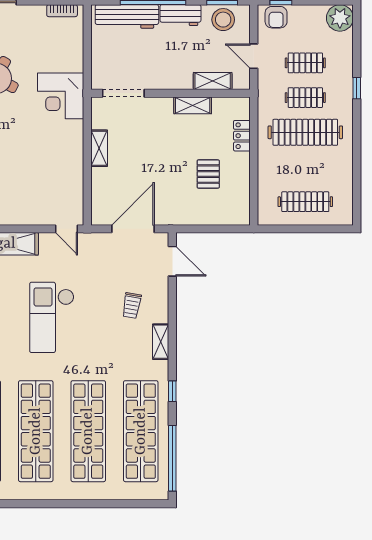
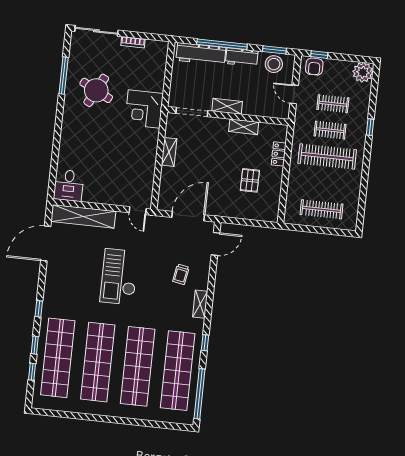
bookcase: (62, 11) -> (133, 42), moved
shelving: (213, 81) -> (227, 106), moved
door: (172, 261) -> (215, 244), hinge flipped

